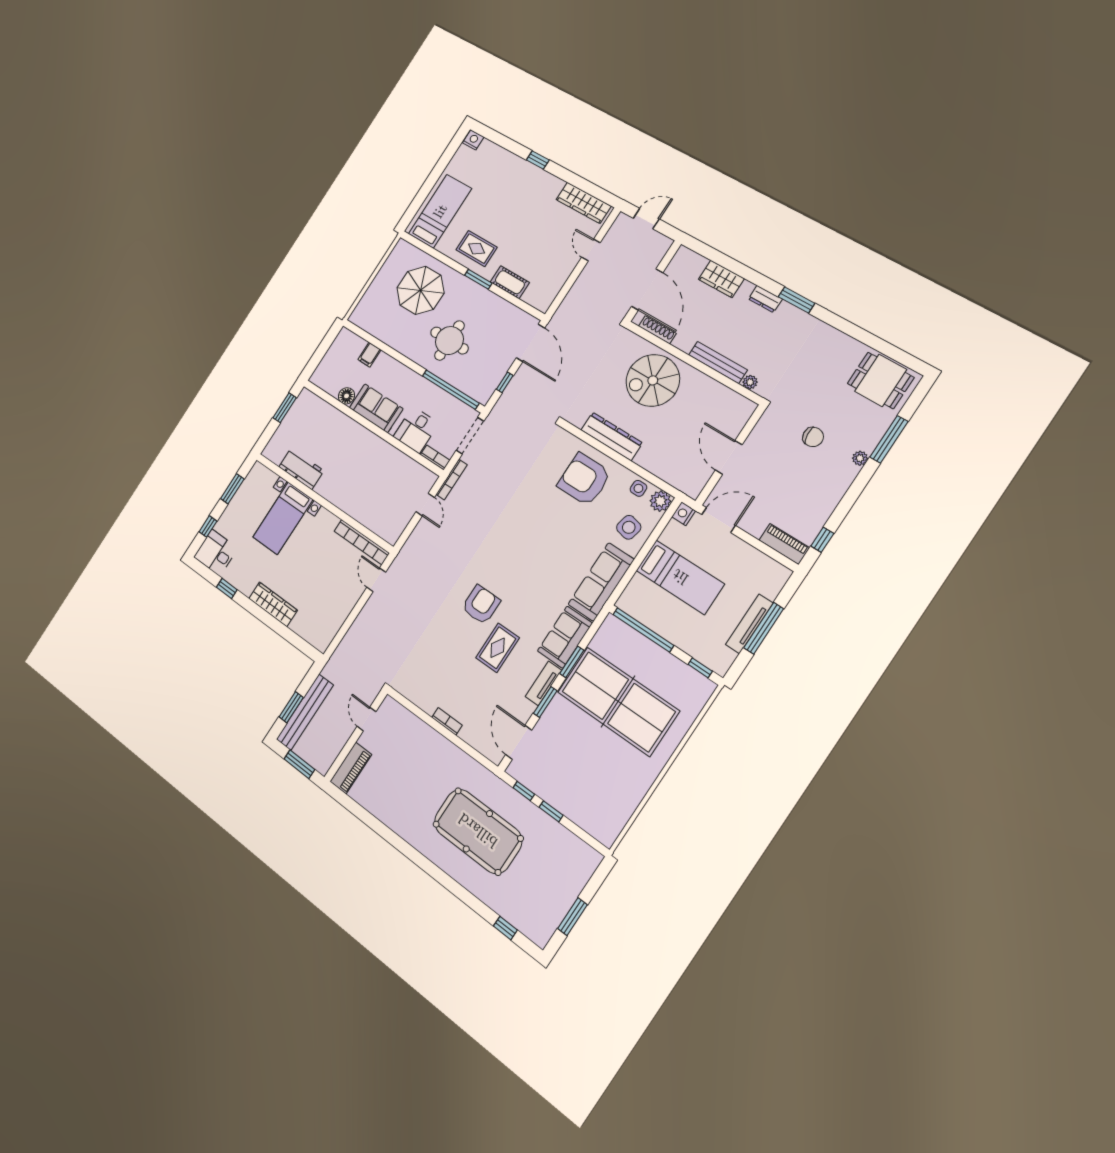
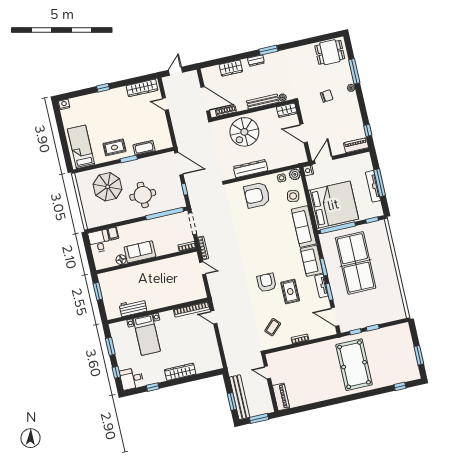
wardrobe: (738, 405) -> (287, 110), added
desk: (416, 430) -> (99, 241), moved, turned 180
bed: (680, 577) -> (333, 205), width x2.04
coffee table: (430, 669) -> (273, 327), added
table tennis table: (618, 701) -> (356, 263), turned 90
pool table: (478, 831) -> (354, 365), turned 90

